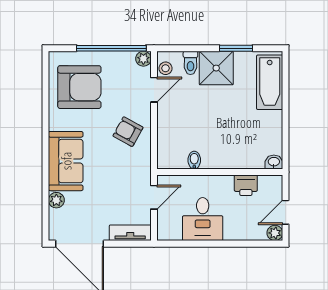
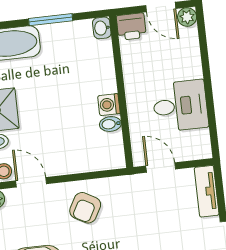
window: (286, 121) -> (51, 20), added
washing machine: (210, 161) -> (109, 105), added
printer: (246, 185) -> (131, 27), moved, turned 90

